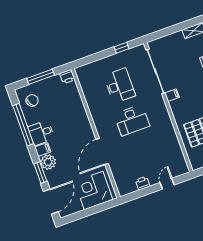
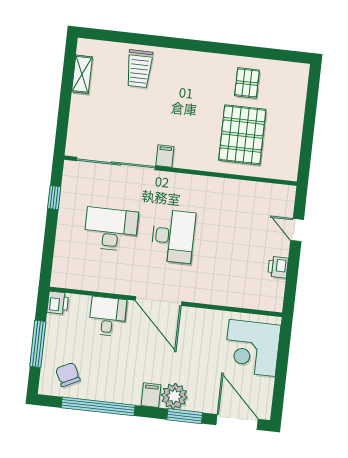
desk: (41, 133) -> (108, 316), moved, turned 180
door: (102, 151) -> (158, 301), moved

